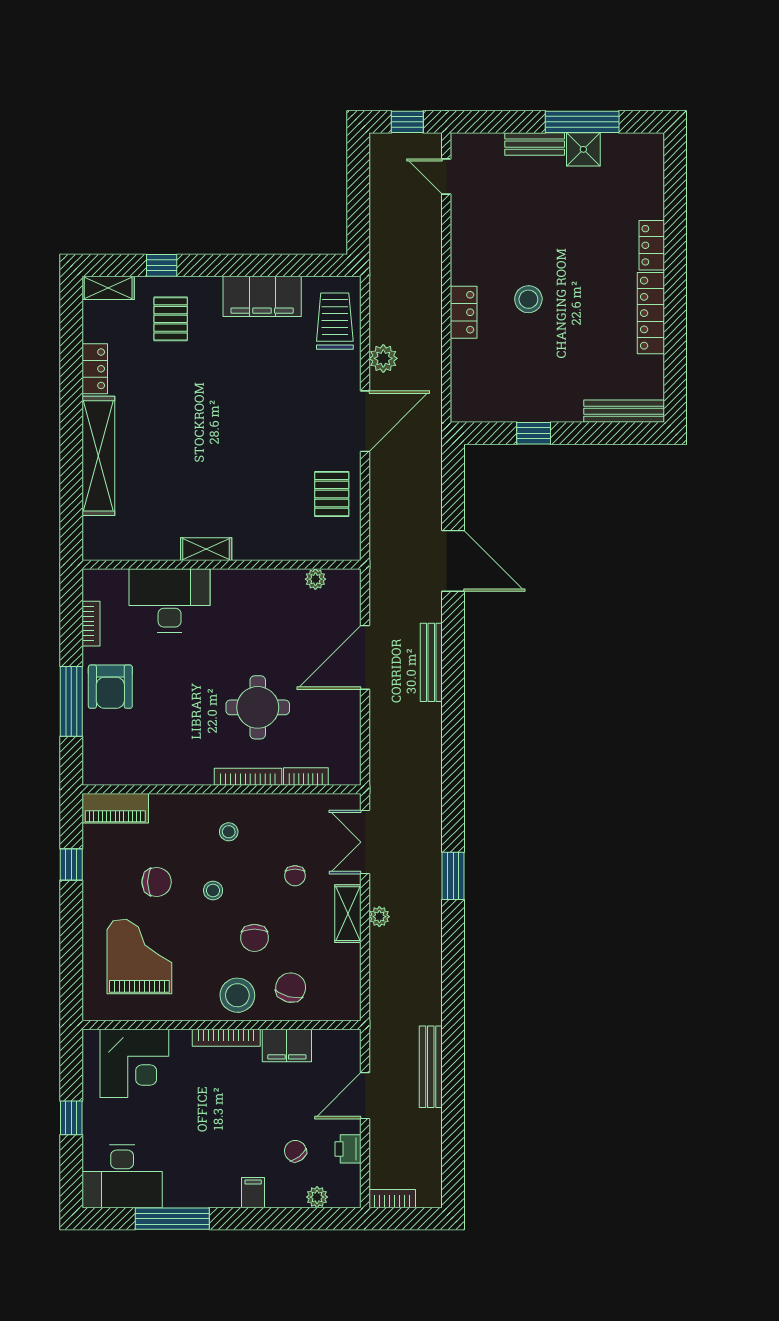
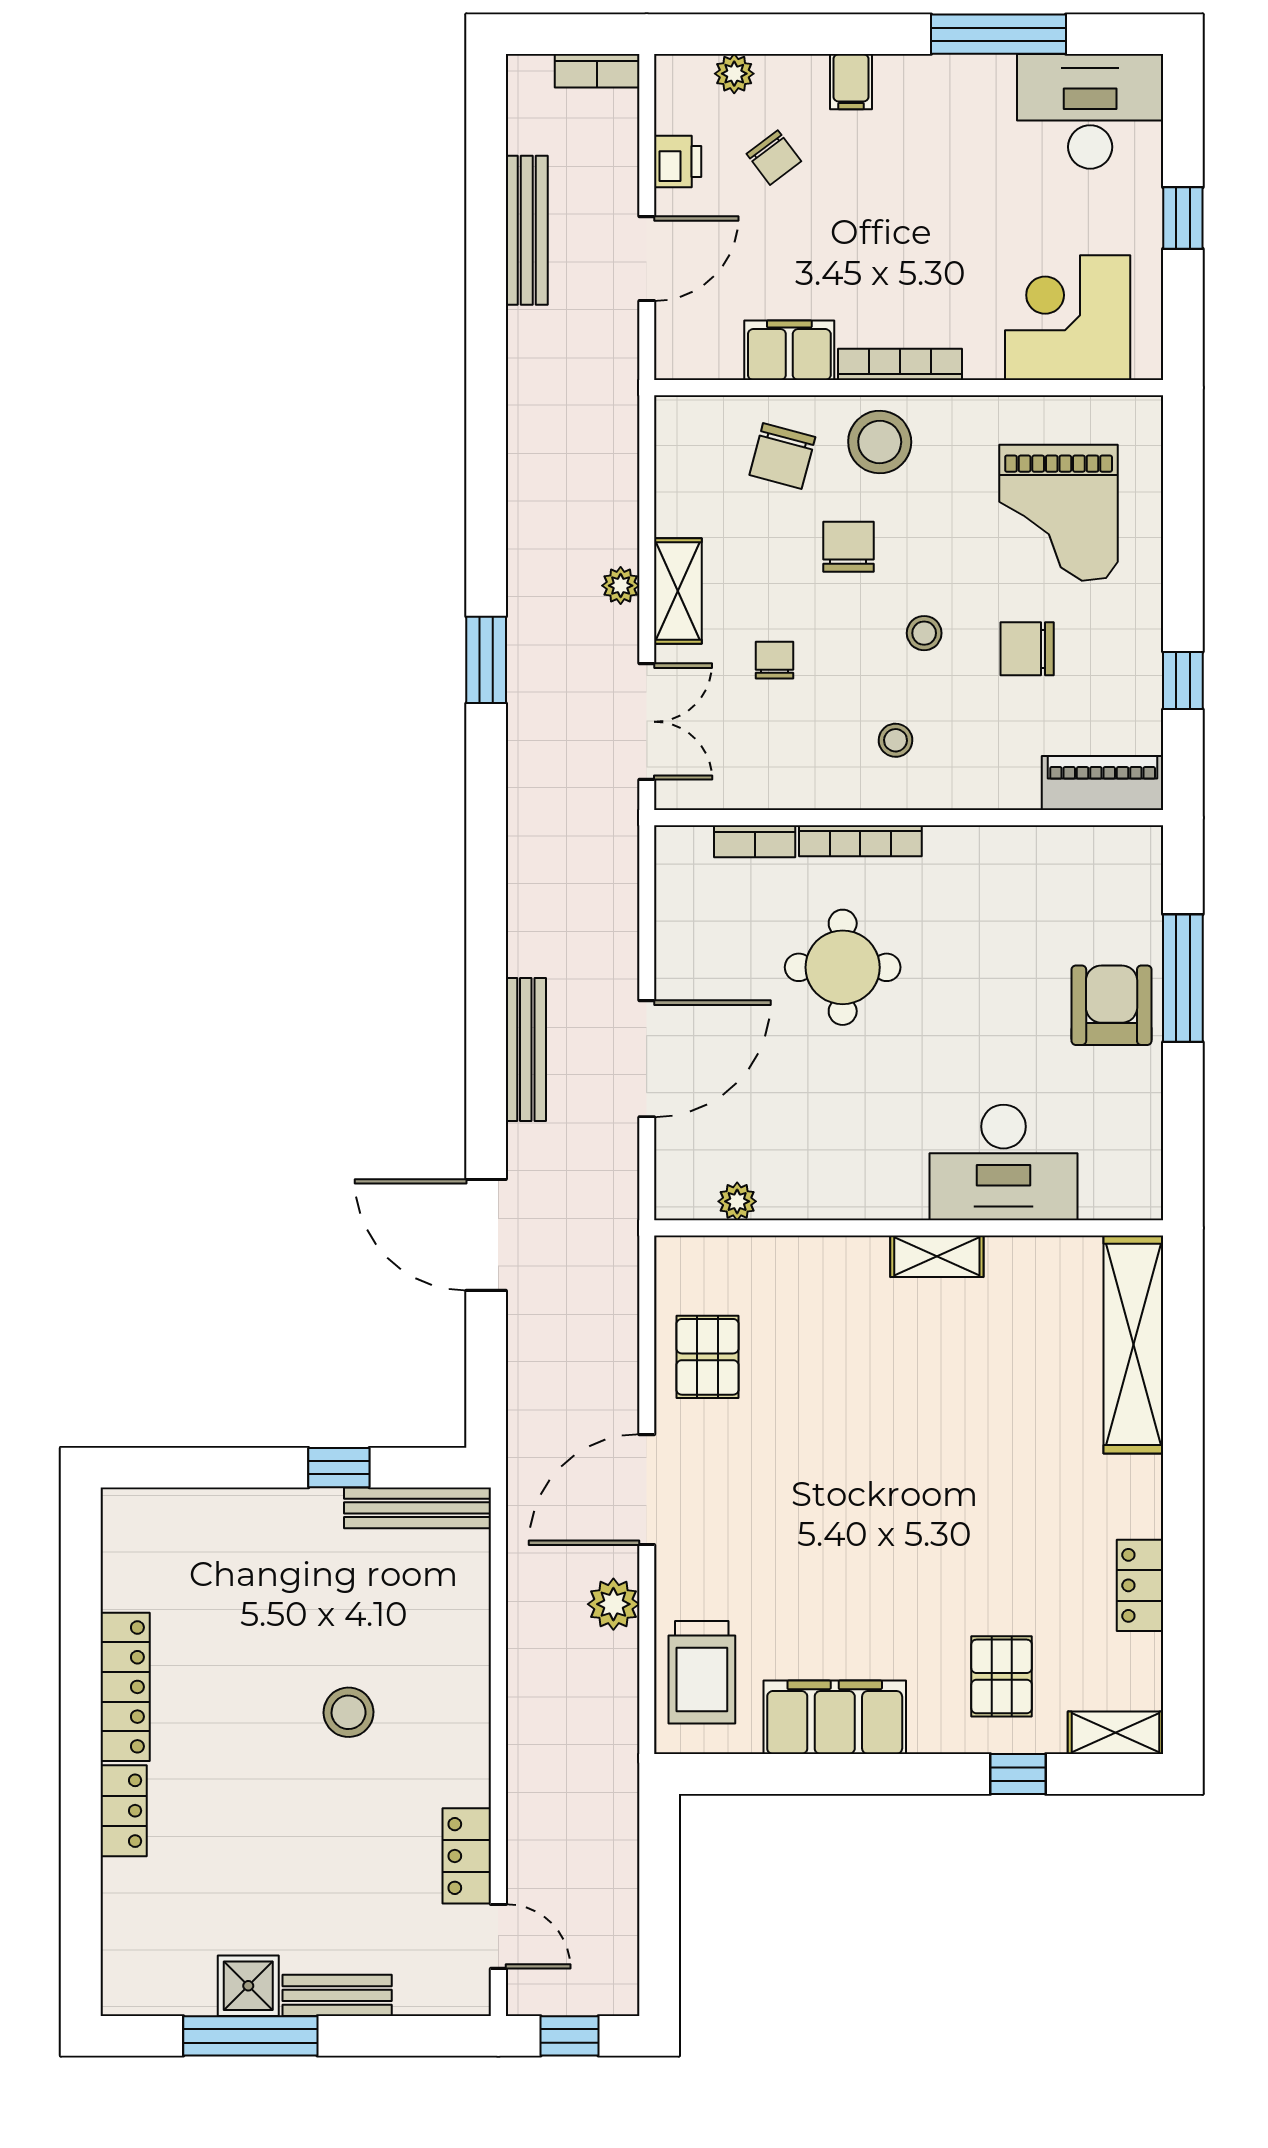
locker: (464, 312) -> (467, 1856), moved
bench: (624, 411) -> (418, 1508), moved
shelving: (98, 456) -> (1133, 1344), moved
bookcase: (91, 624) -> (1147, 1120), removed
bench: (431, 1067) -> (527, 230), moved

